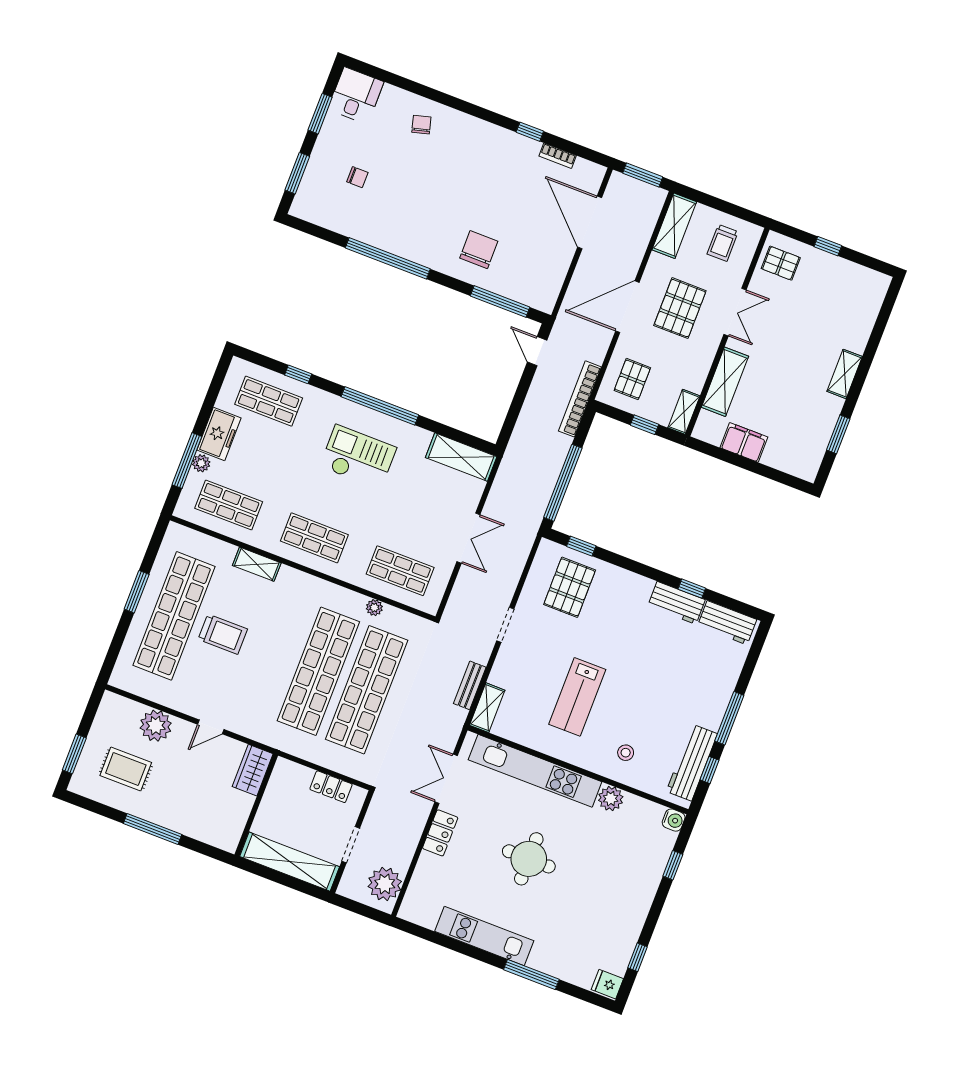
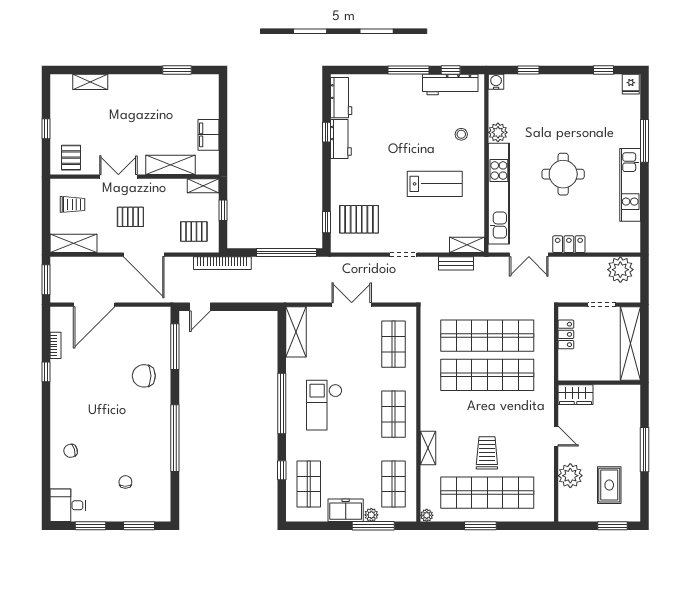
pallet: (680, 308) -> (130, 217), width x0.67, depth x0.71
shelving: (845, 374) -> (90, 82), moved
plant: (374, 608) -> (427, 515), moved

